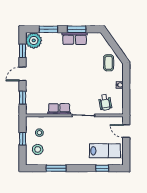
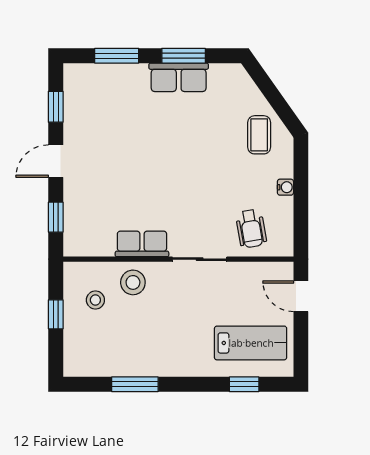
plant: (34, 40) -> (82, 82), removed
stool: (38, 149) -> (133, 282), moved

